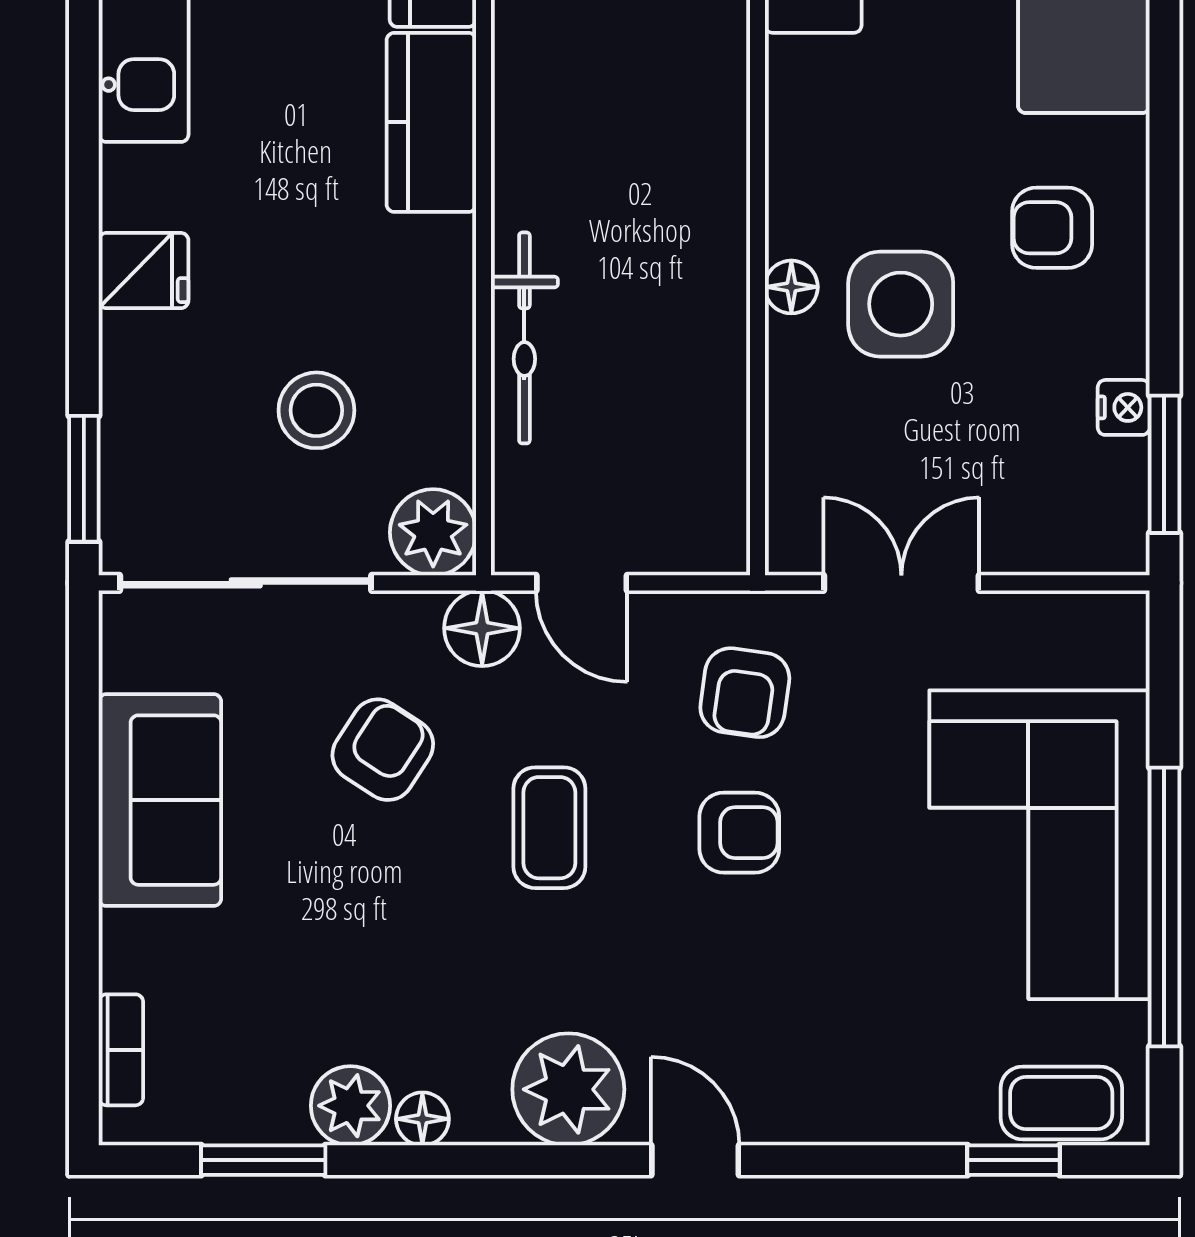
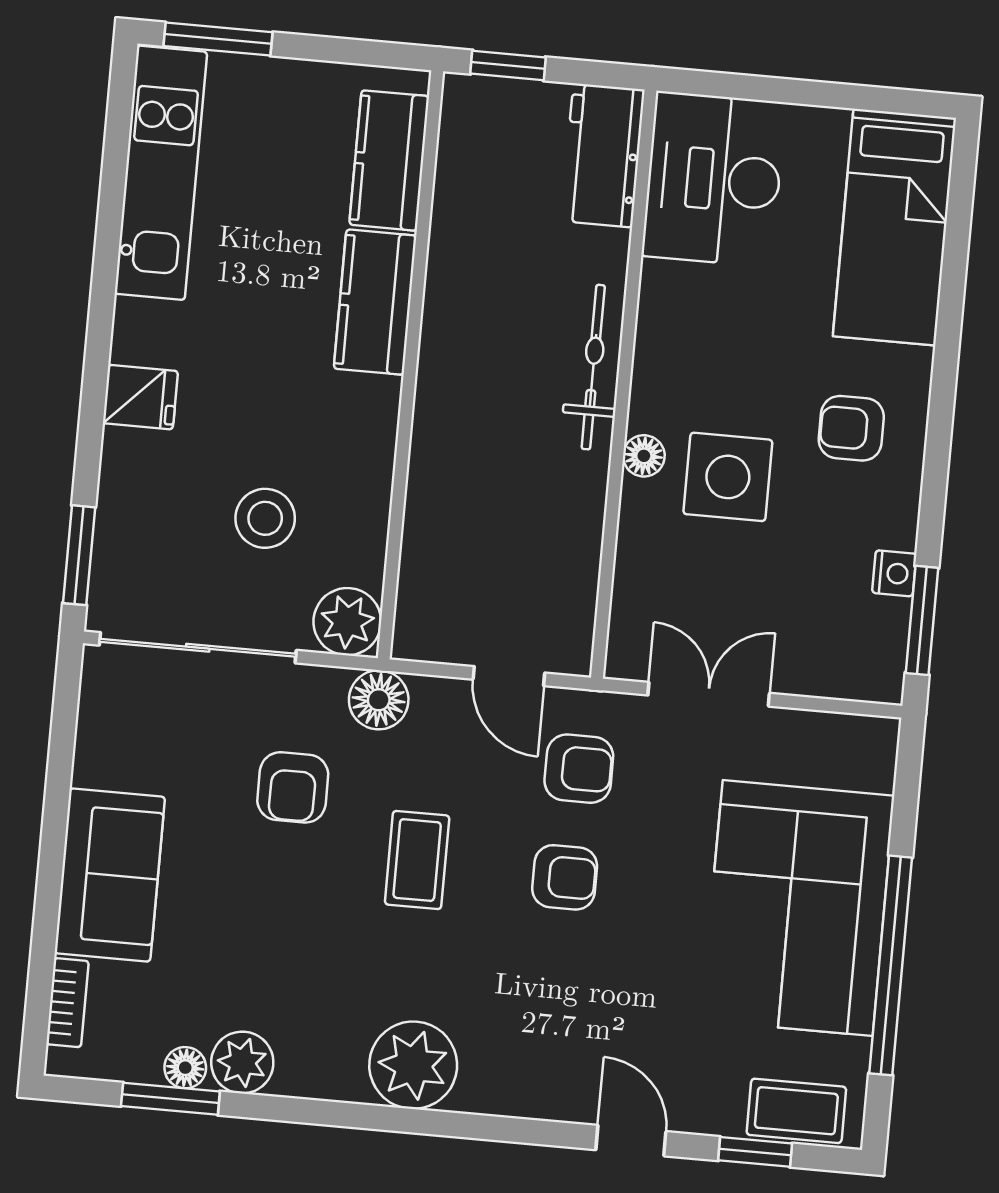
bicycle: (524, 338) -> (593, 367), moved, turned 180
door: (582, 583) -> (509, 676), moved
armchair: (745, 693) -> (579, 769), turned -98
armchair: (383, 750) -> (293, 787), turned 147
sofa: (160, 800) -> (110, 875), moved
floor lamp: (422, 1119) -> (185, 1068), moved
door: (695, 1160) -> (631, 1141), moved

